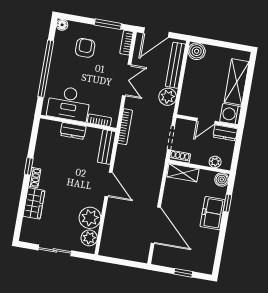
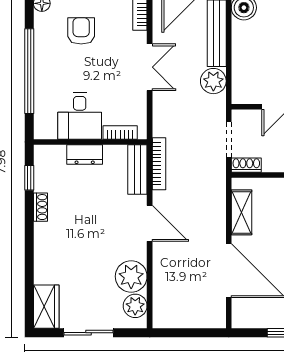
desk: (69, 104) -> (80, 116), width x0.73
bookcase: (125, 127) -> (159, 164), moved
window: (29, 166) -> (29, 178), moved
shelving: (183, 173) -> (241, 212), moved, turned 90
shoe rack: (35, 178) -> (41, 207), moved
wardrobe: (34, 203) -> (46, 307), moved

